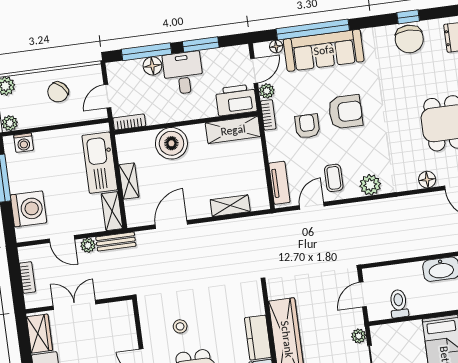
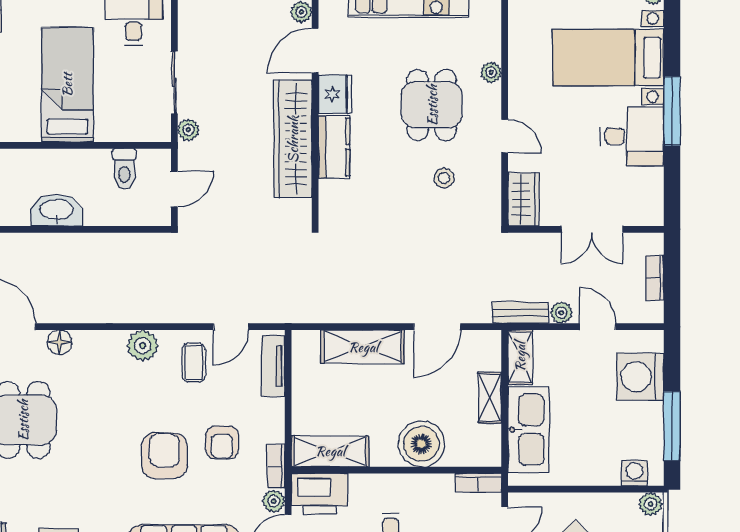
armchair: (345, 112) -> (164, 456), turned 90
shelving: (230, 206) -> (363, 347), width x1.50, depth x1.33
wardrobe: (39, 334) -> (523, 199), moved, turned 180

